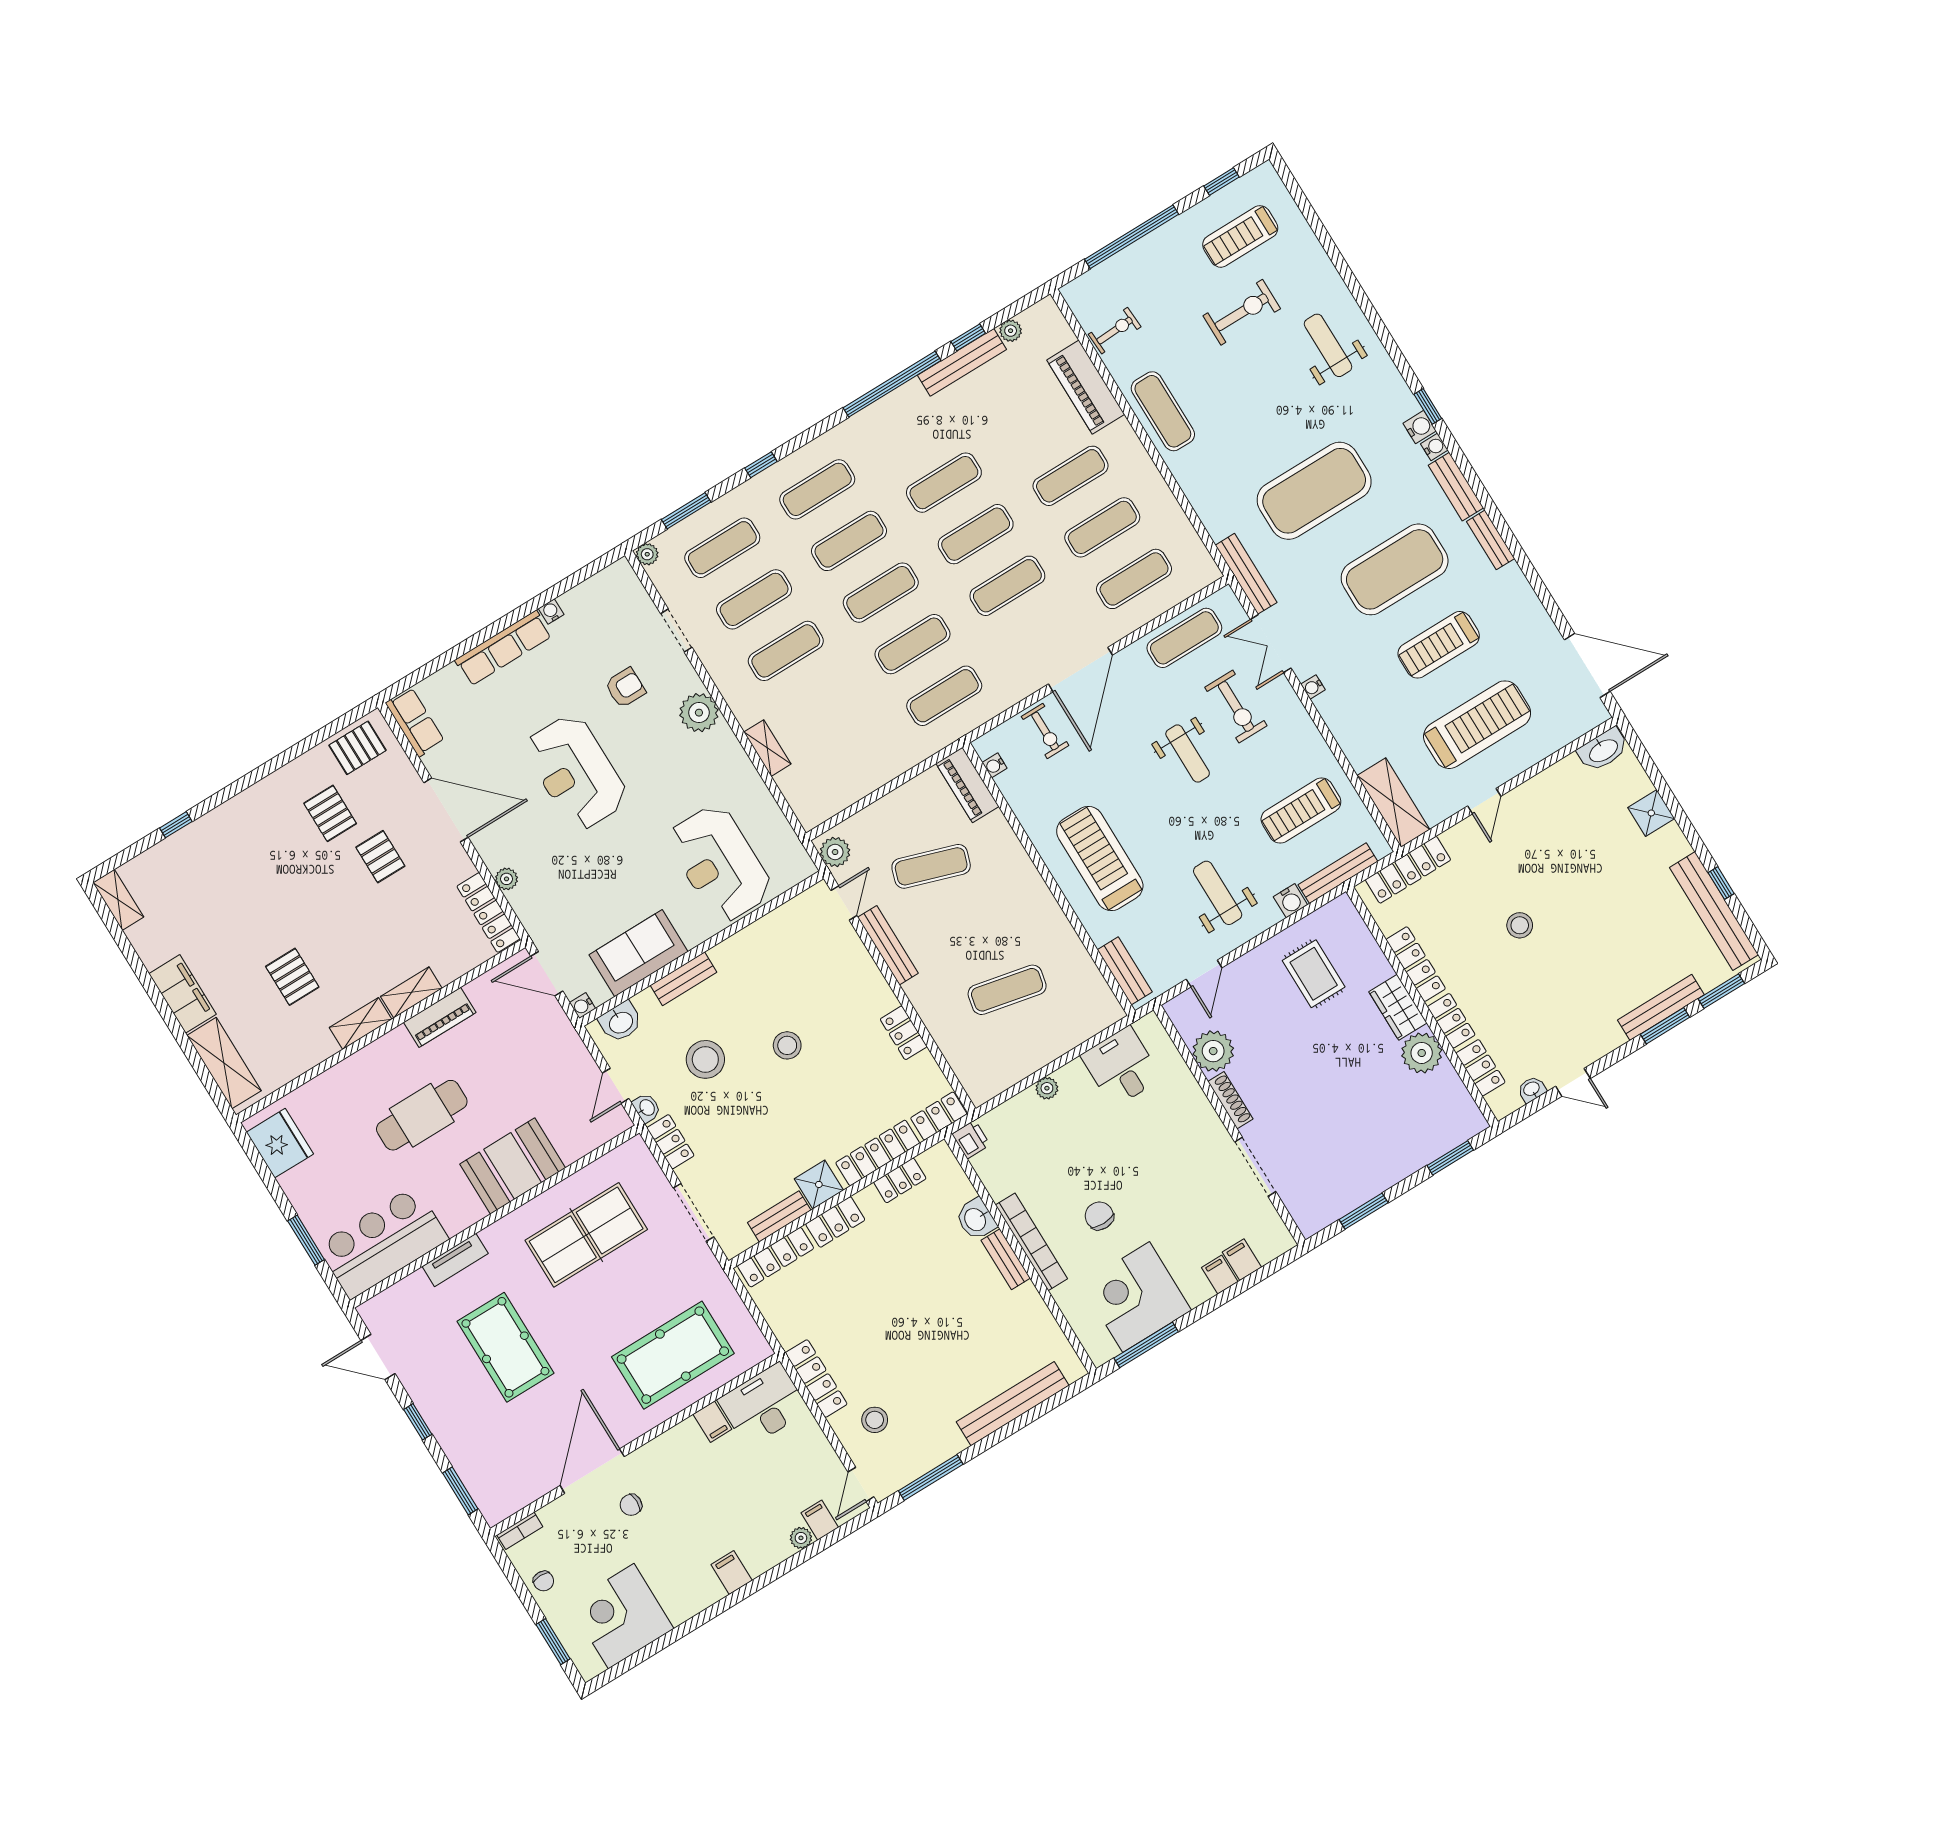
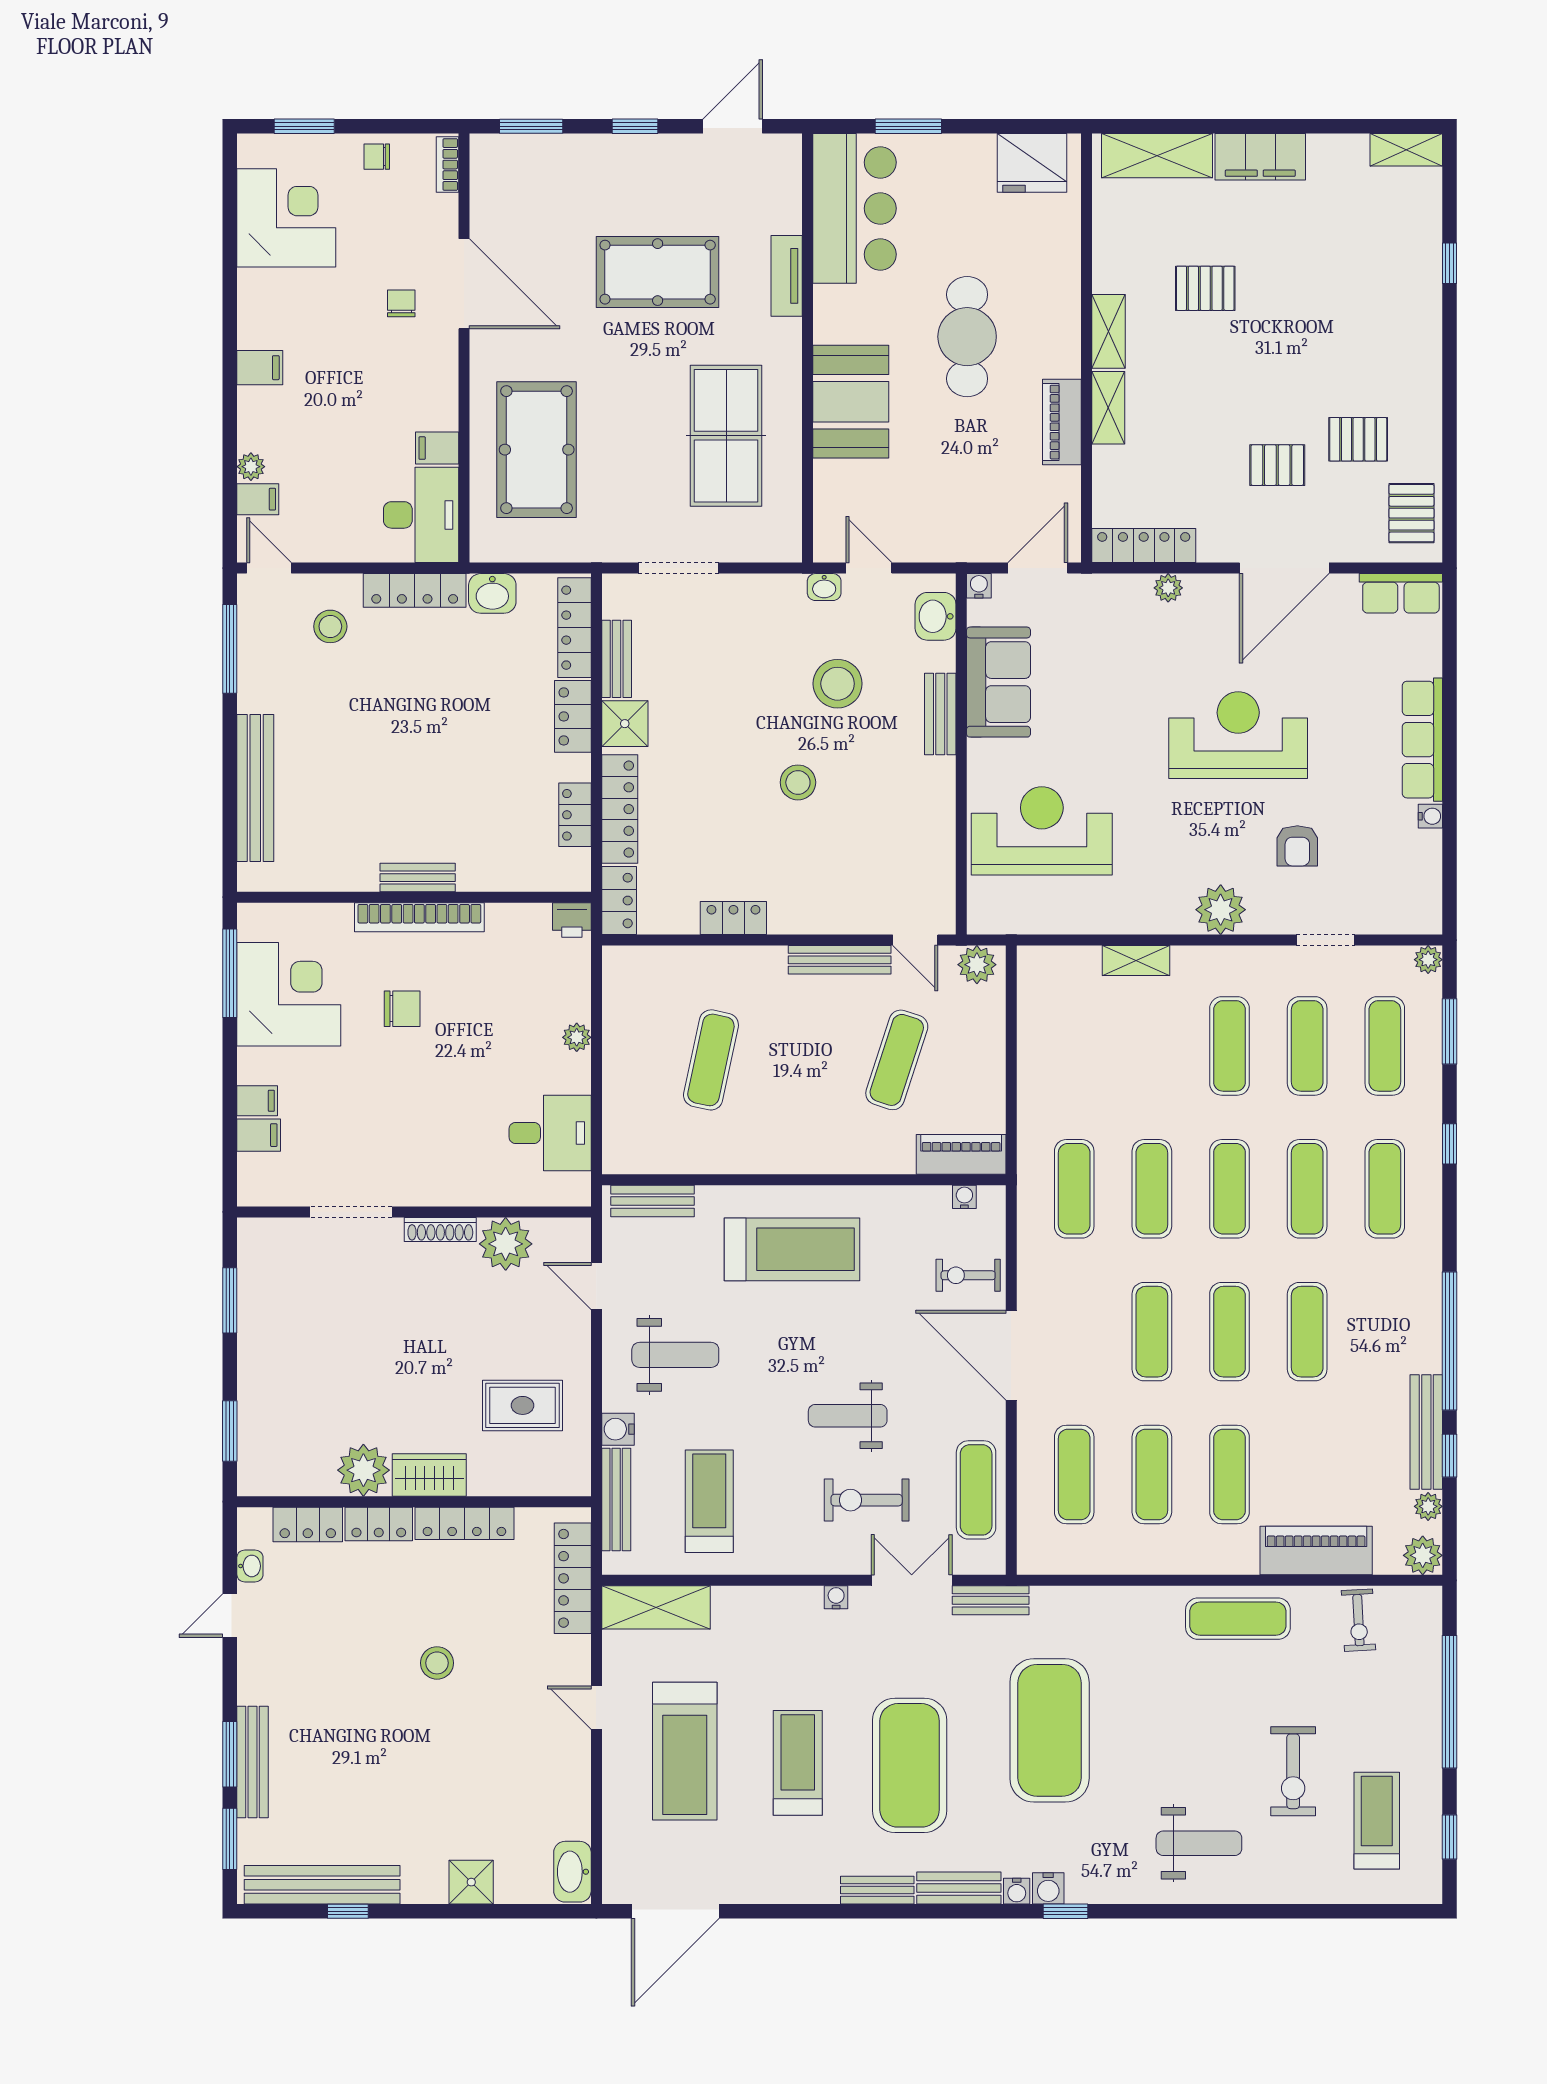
plant: (1045, 314) -> (1423, 1555), added
bench: (1246, 574) -> (991, 1600), width x0.73
locker: (670, 1142) -> (771, 590), removed
washbasin: (976, 1219) -> (492, 593), moved, turned 180

